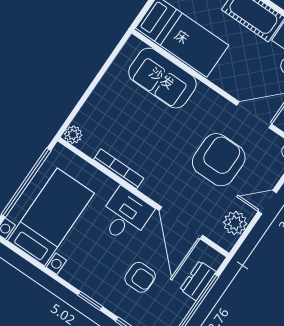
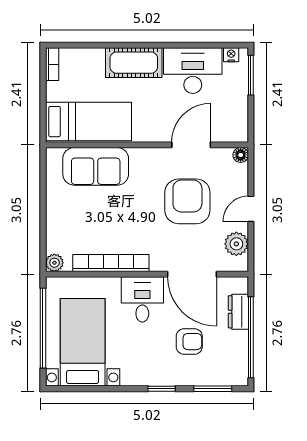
bookcase: (119, 169) -> (111, 263), width x1.48, depth x1.31

